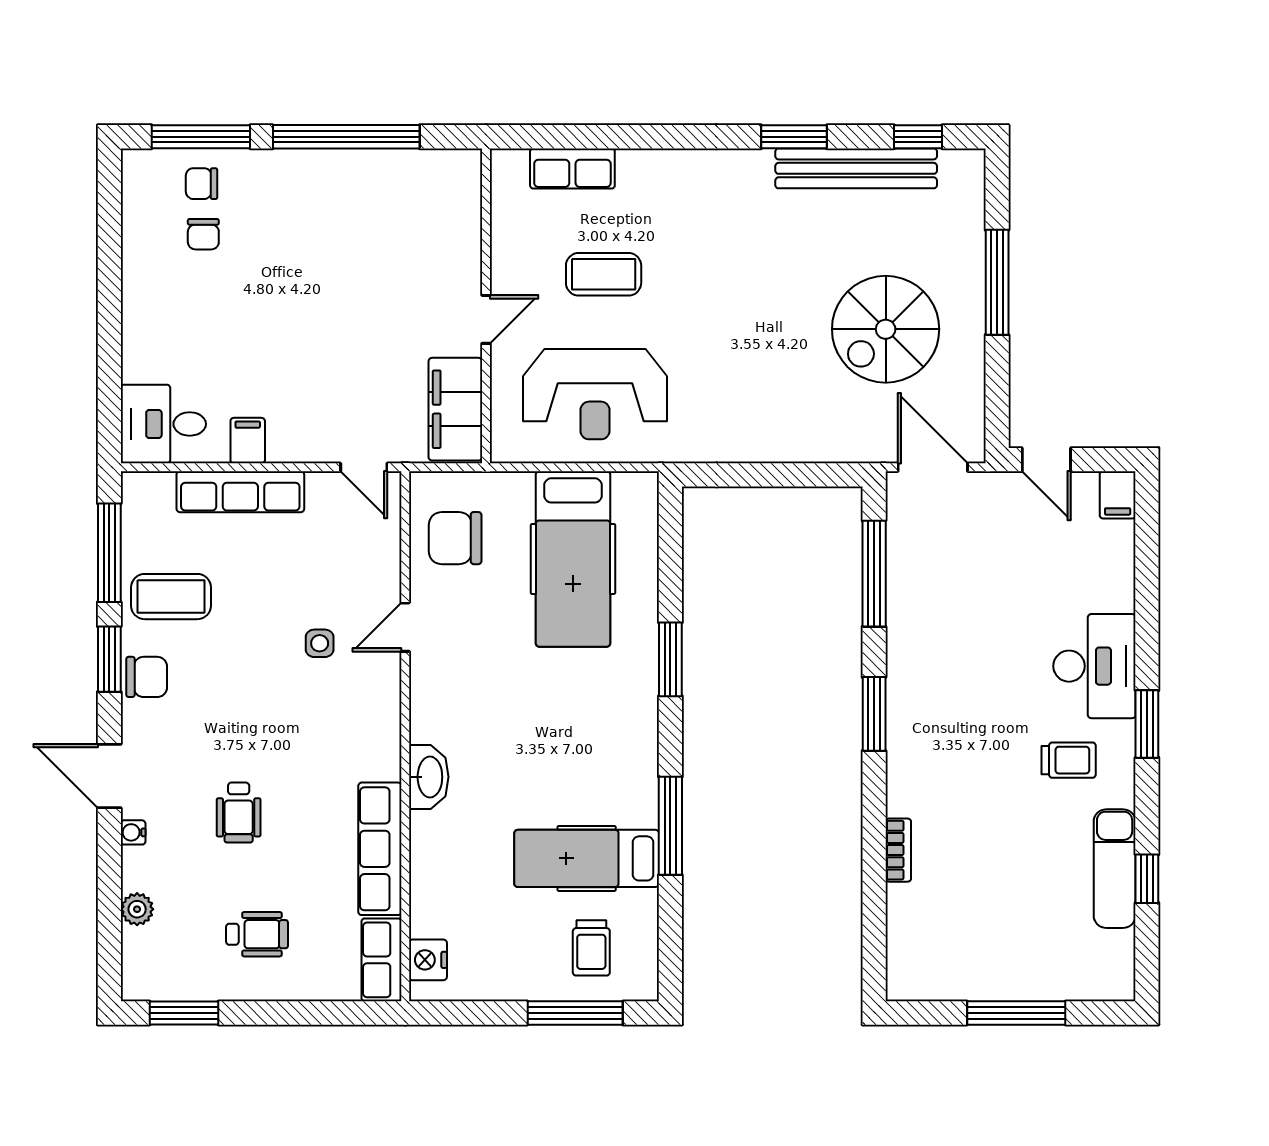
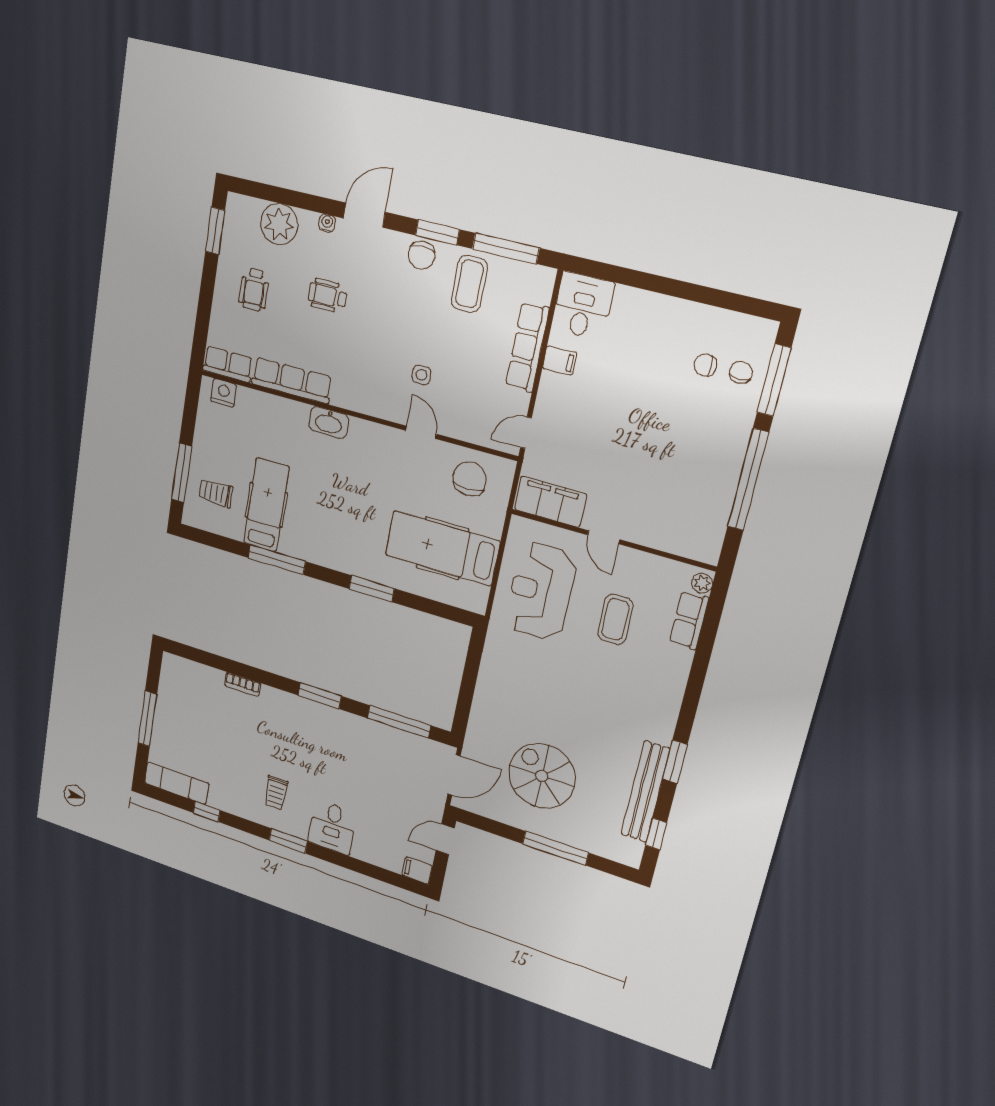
plant: (512, 163) -> (702, 583), added
desk: (1094, 666) -> (332, 827), width x0.73
exam couch: (1115, 869) -> (176, 783), moved
plant: (137, 909) -> (279, 224), width x1.87, depth x1.87

